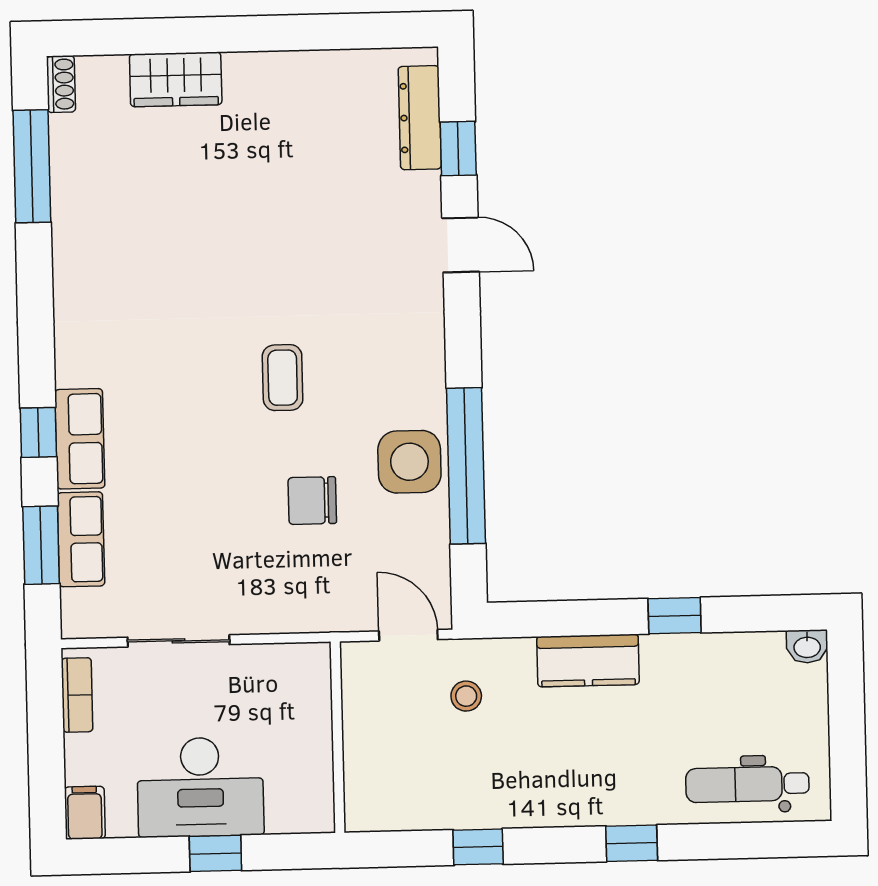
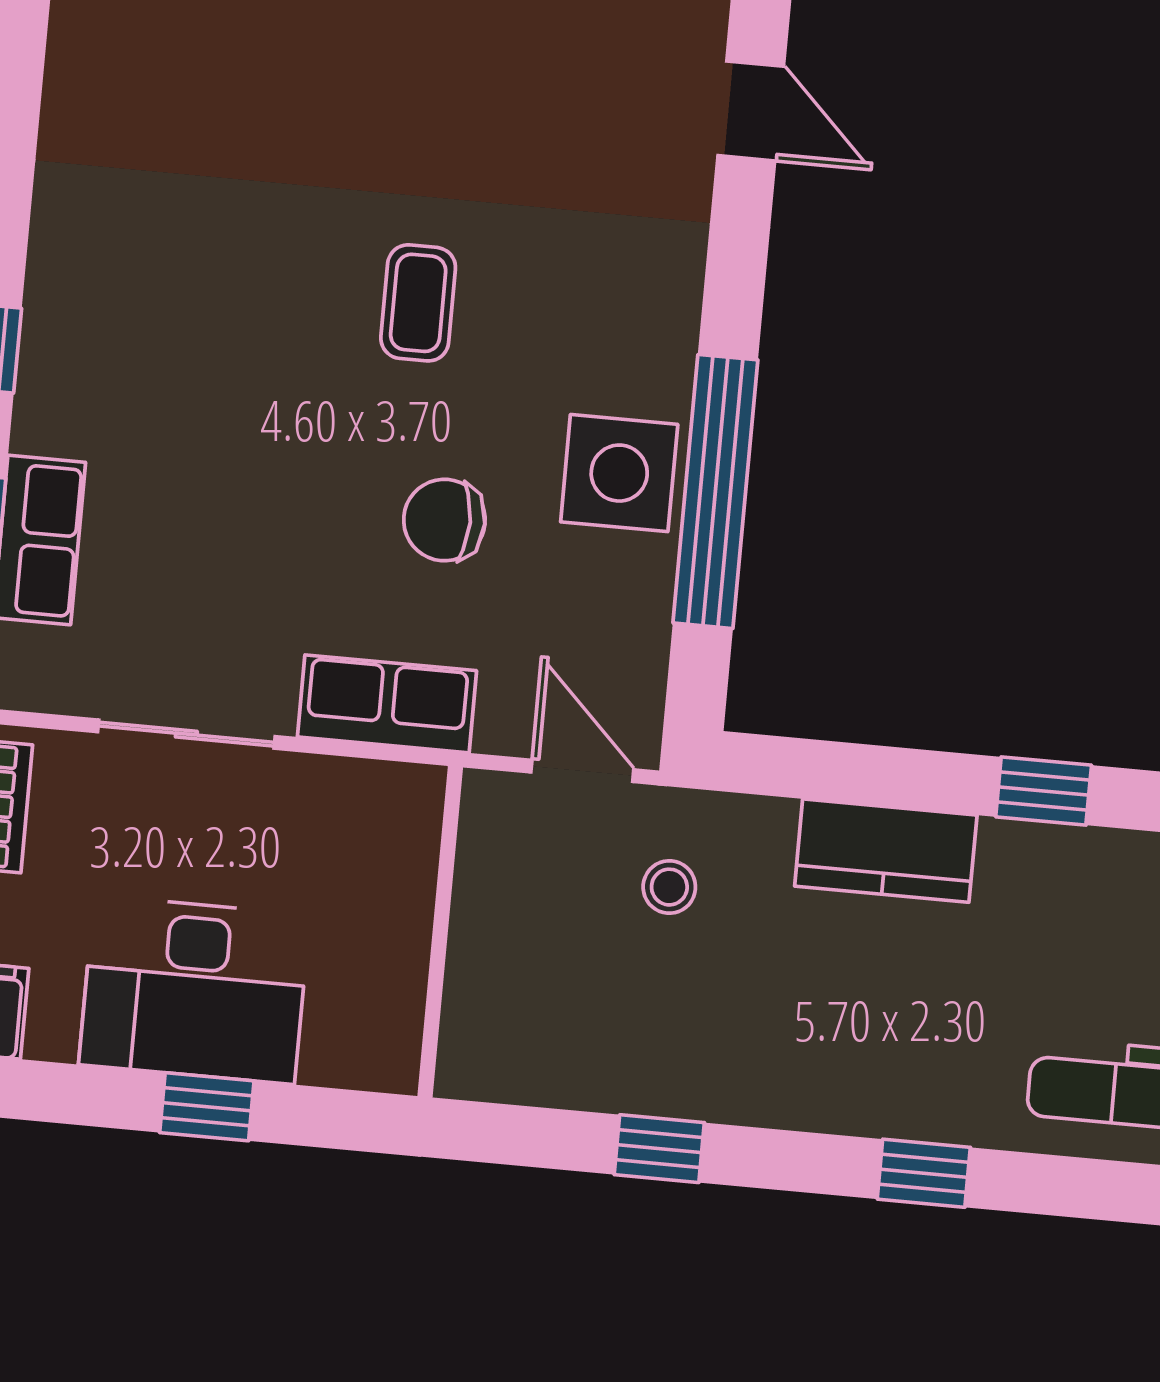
row of seats: (80, 439) -> (387, 704), moved, turned -90

